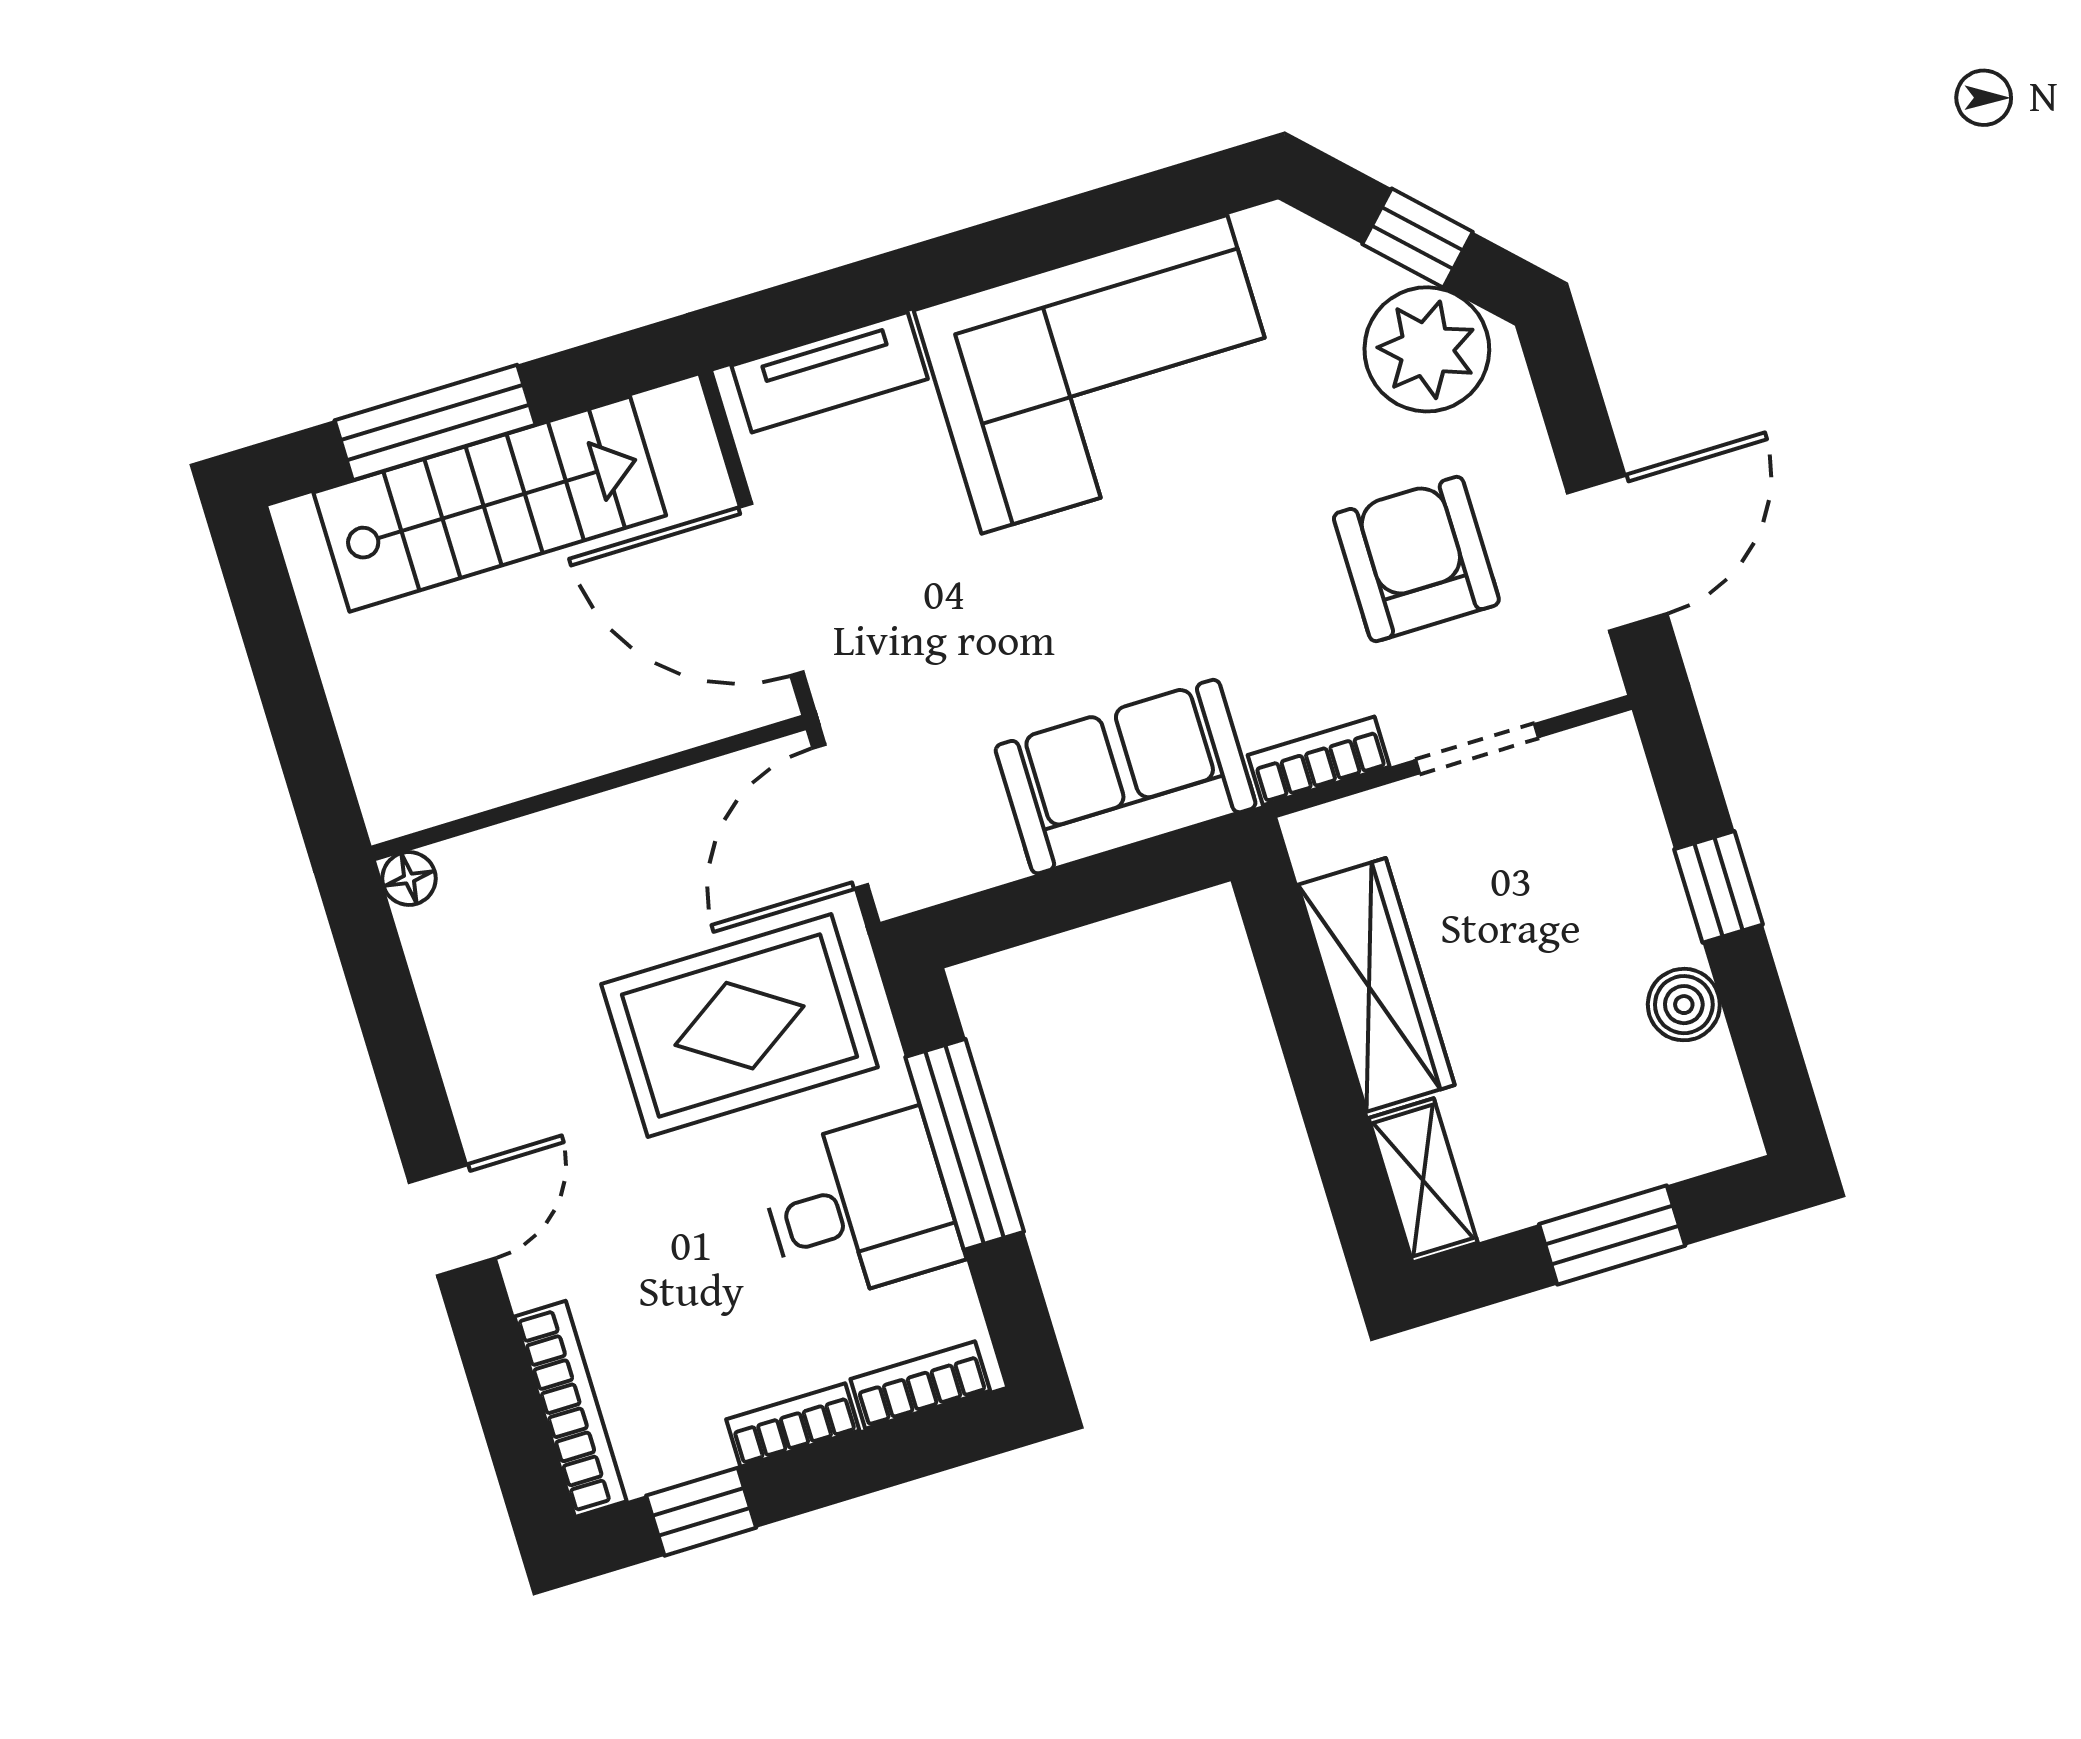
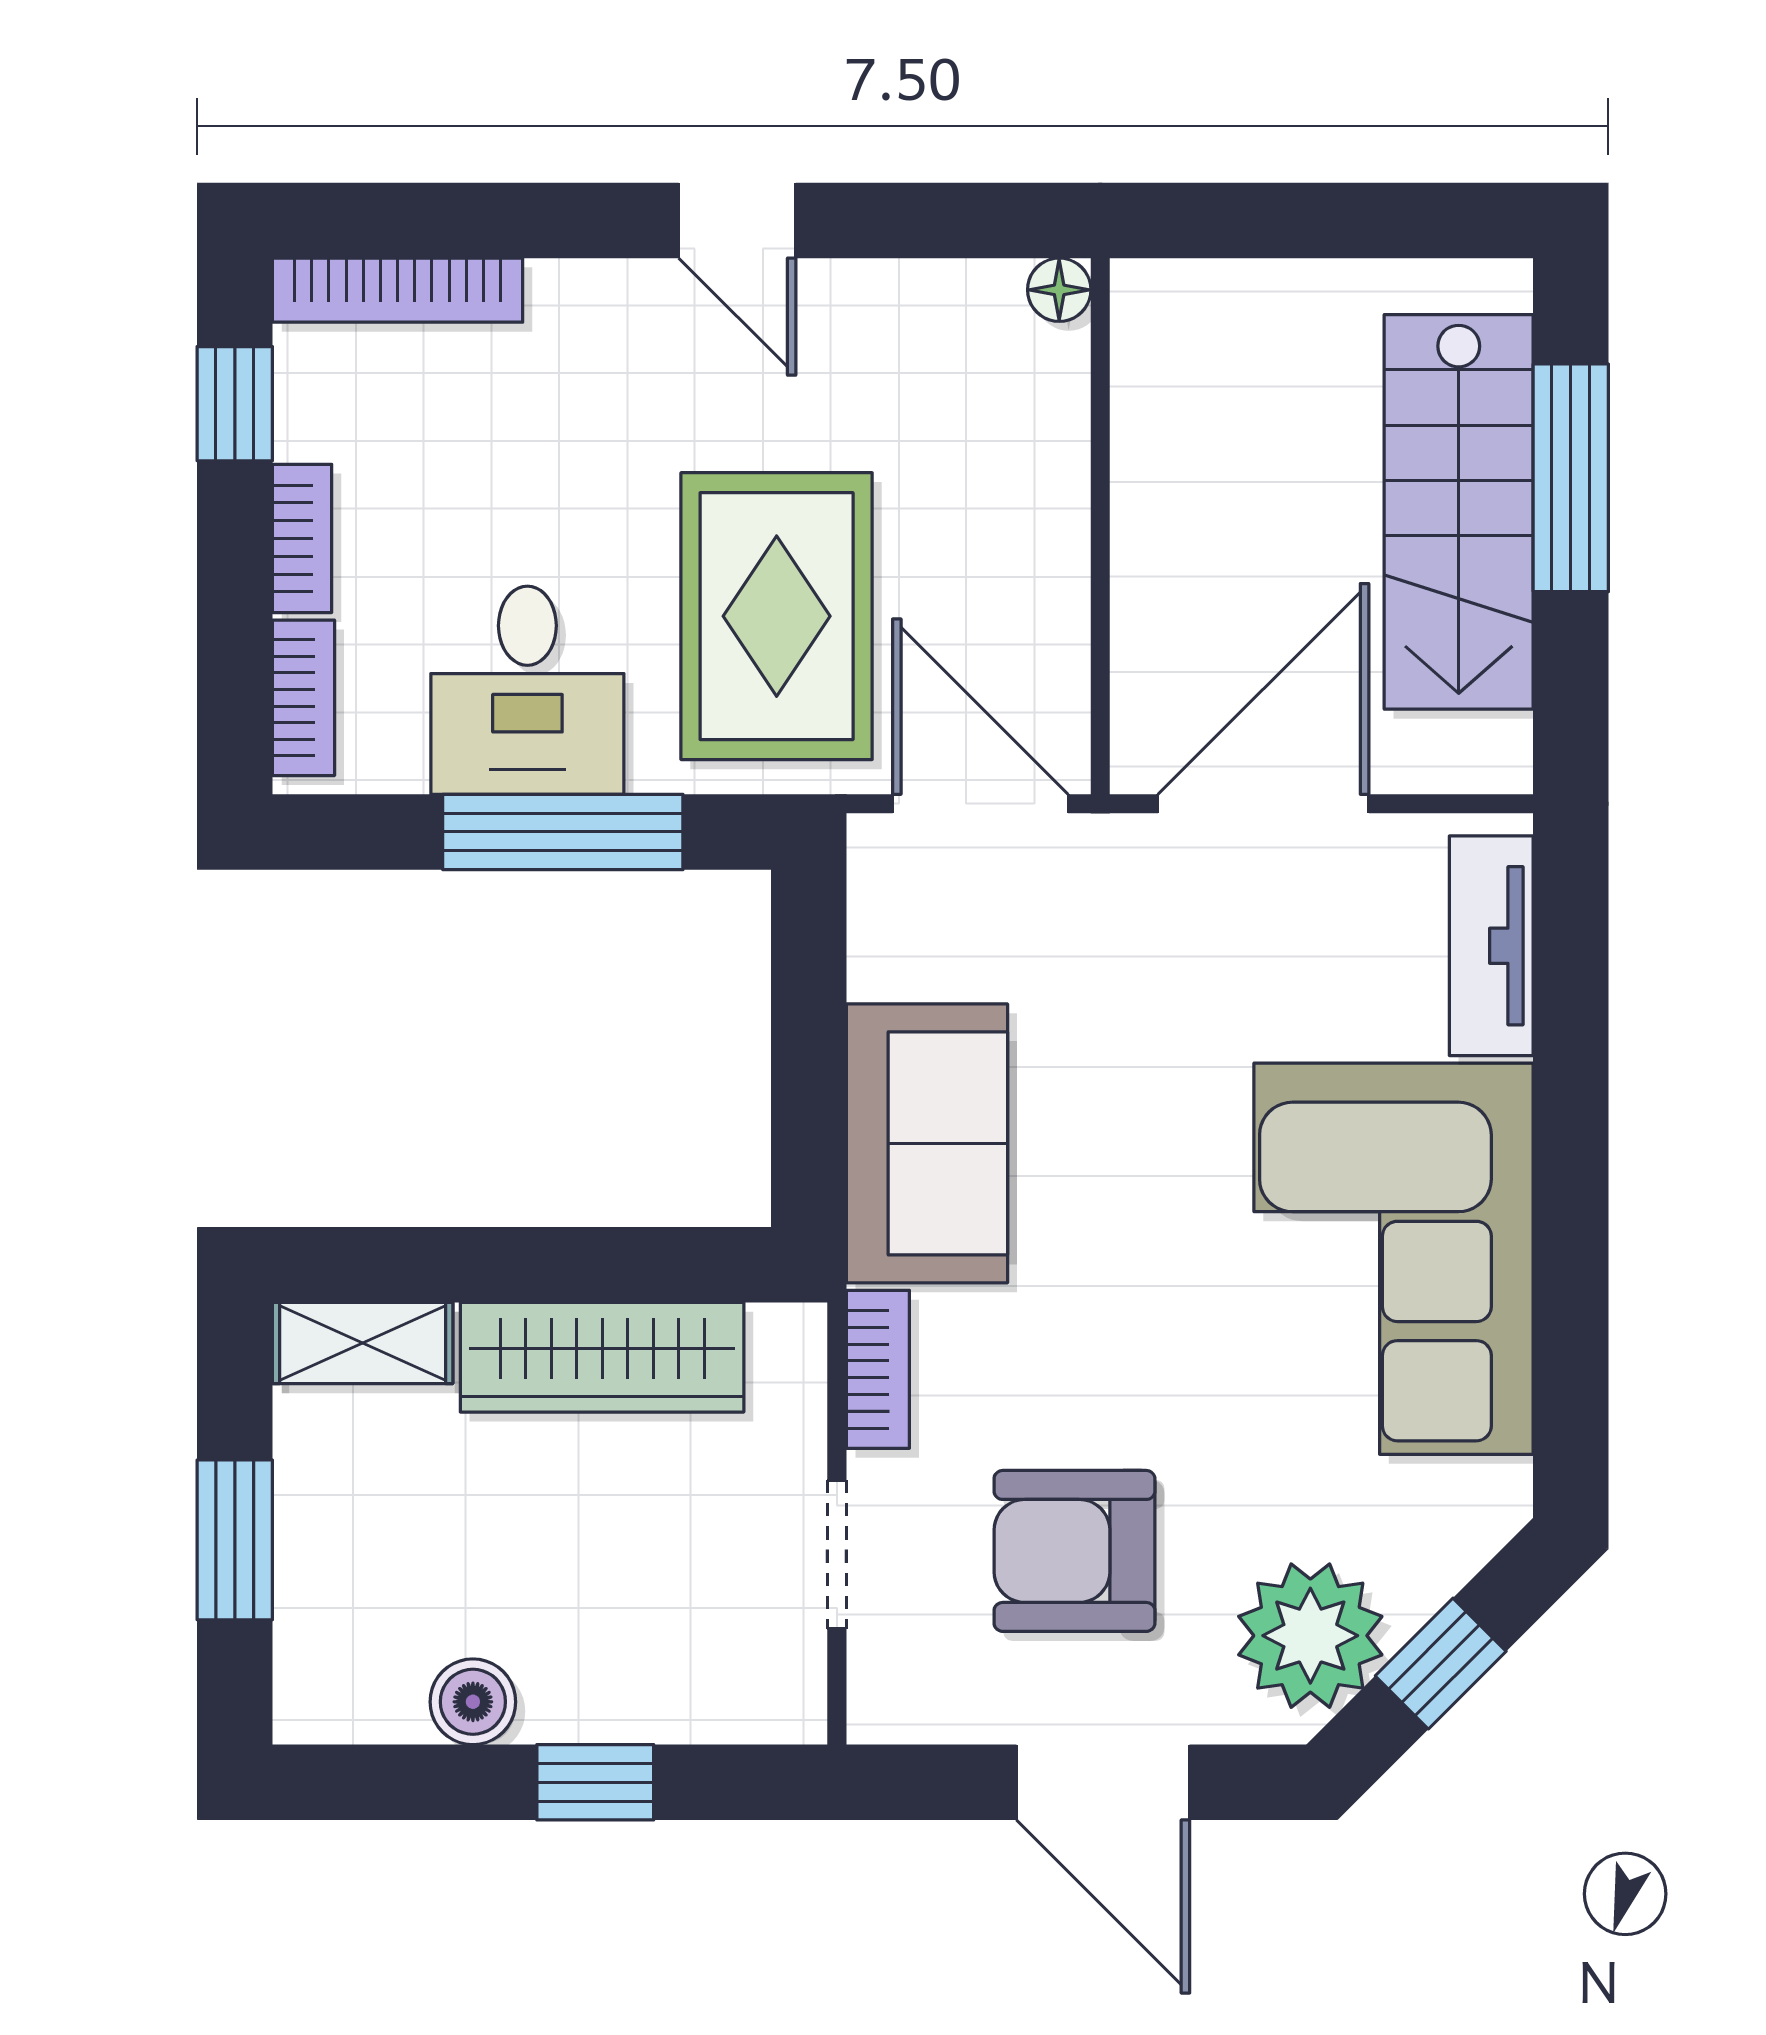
door: (1617, 553) -> (1103, 1782), moved
armchair: (1416, 559) -> (1074, 1551), turned 180
door: (452, 1220) -> (737, 220), moved

